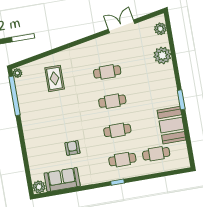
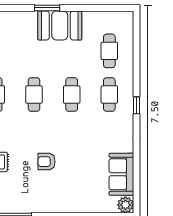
booth: (172, 125) -> (60, 25), moved
armchair: (72, 148) -> (47, 162), moved

